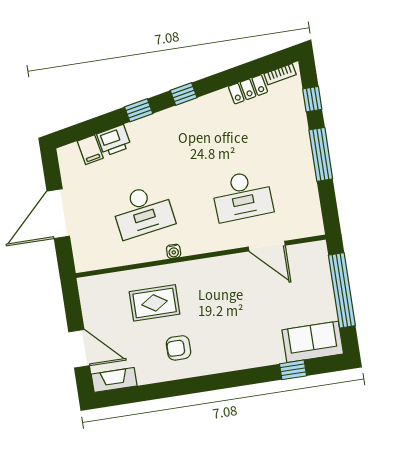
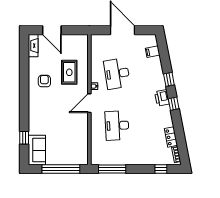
printer: (114, 140) -> (162, 98), moved
window: (321, 154) -> (112, 169), moved
door: (267, 246) -> (89, 103), moved
door: (79, 349) -> (52, 30), hinge flipped

